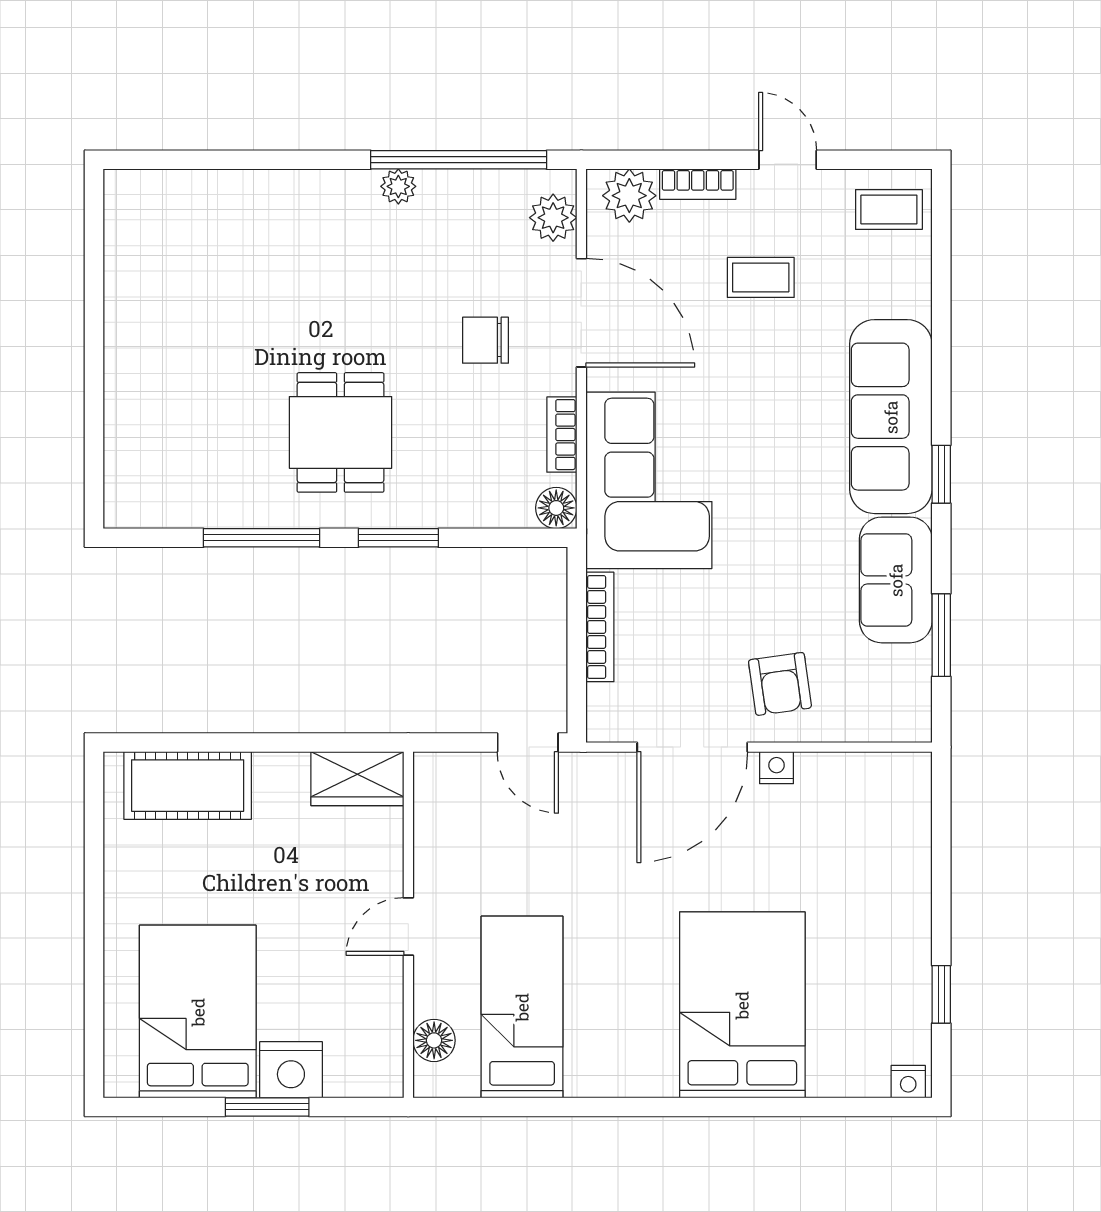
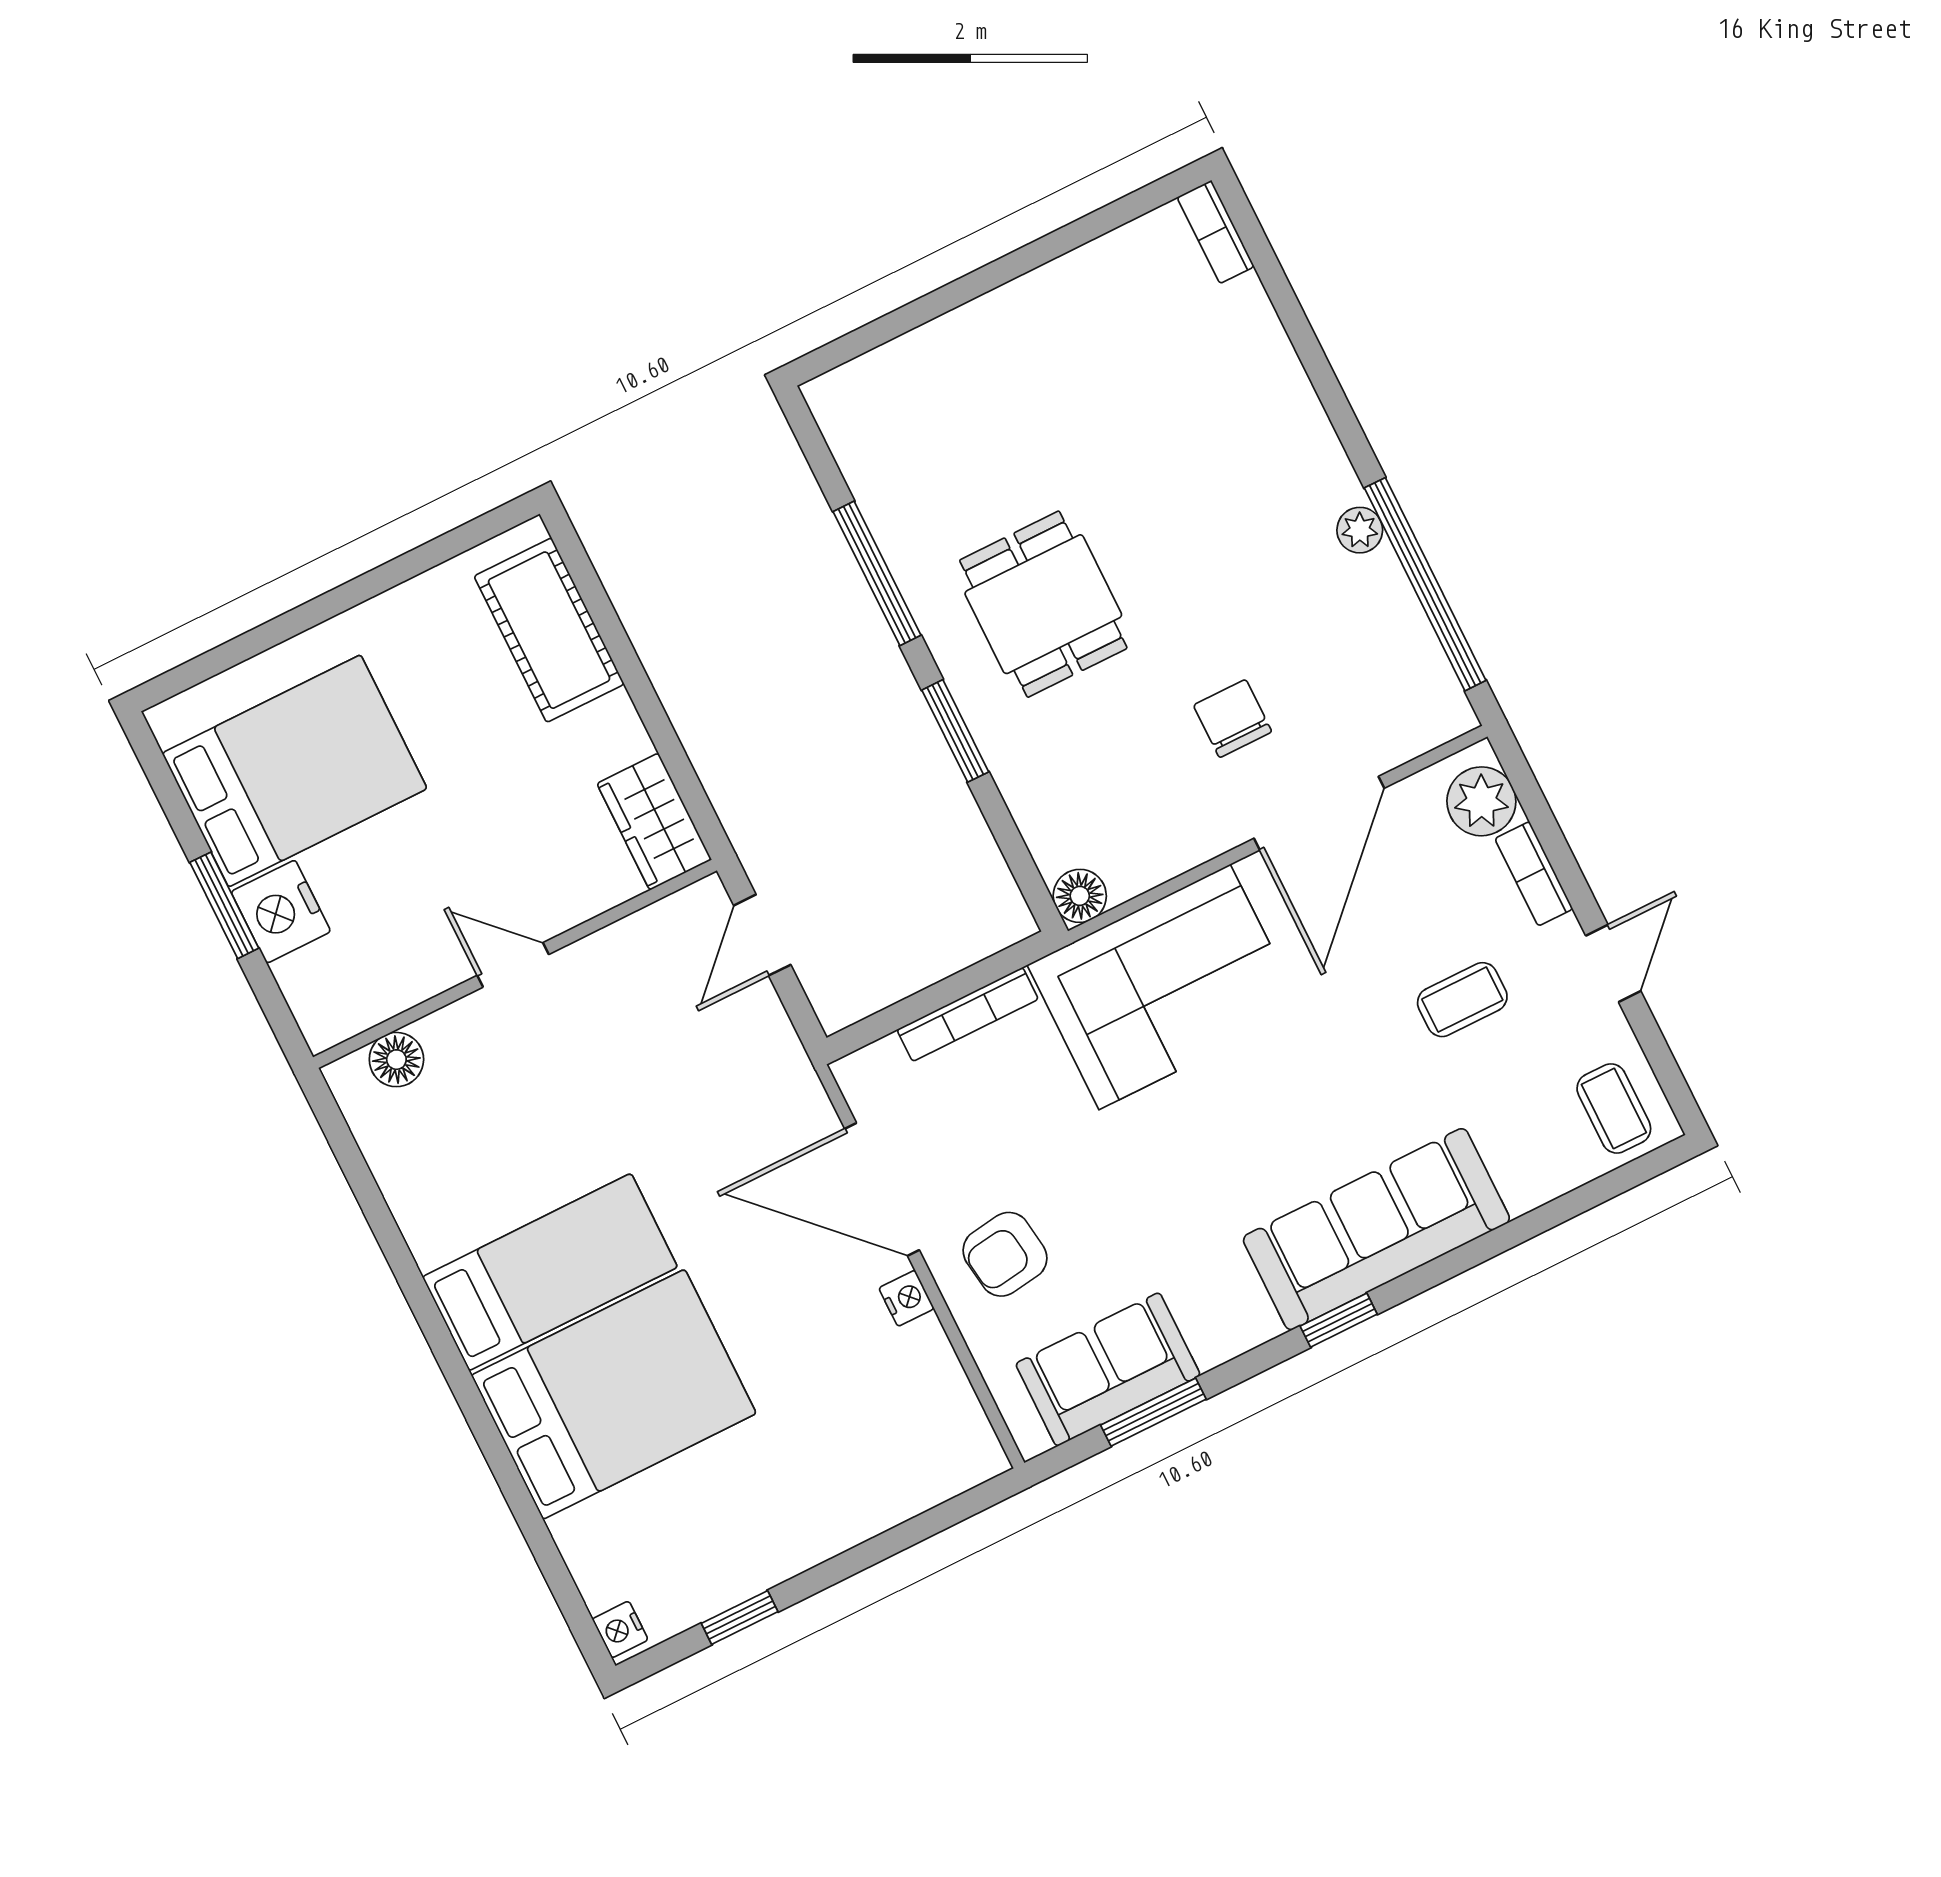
plant: (553, 218) -> (1412, 726), removed
coffee table: (761, 277) -> (1462, 1000), turned 90
dining table: (340, 432) -> (1043, 604), turned 90
bookcase: (562, 435) -> (1216, 232), moved, turned -90
sofa: (896, 580) -> (1108, 1369), moved
door: (528, 743) -> (762, 935), moved
bed: (522, 1007) -> (550, 1272), moved

